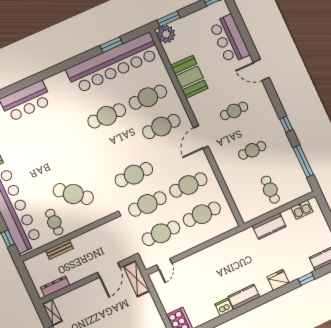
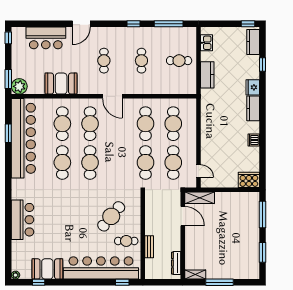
cafe table: (134, 175) -> (90, 163), moved
kitchen counter: (244, 297) -> (253, 108), moved

